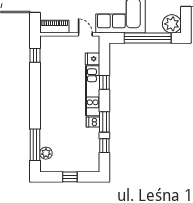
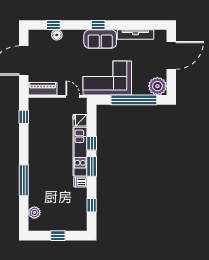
window: (104, 122) -> (92, 166), moved
window: (35, 145) -> (24, 180), moved

